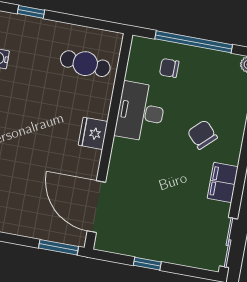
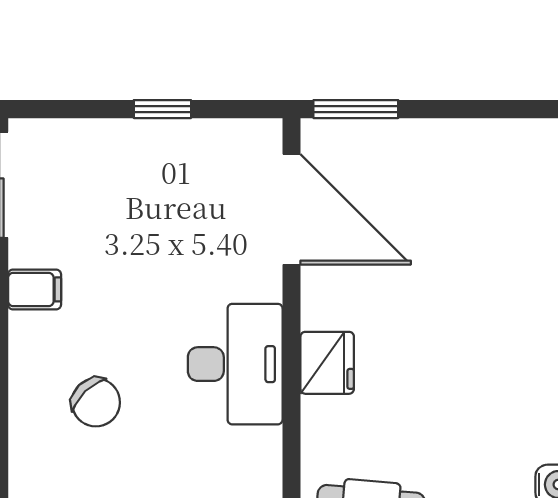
desk: (141, 112) -> (235, 364), moved
filing cabinet: (223, 182) -> (35, 289), width x0.50

